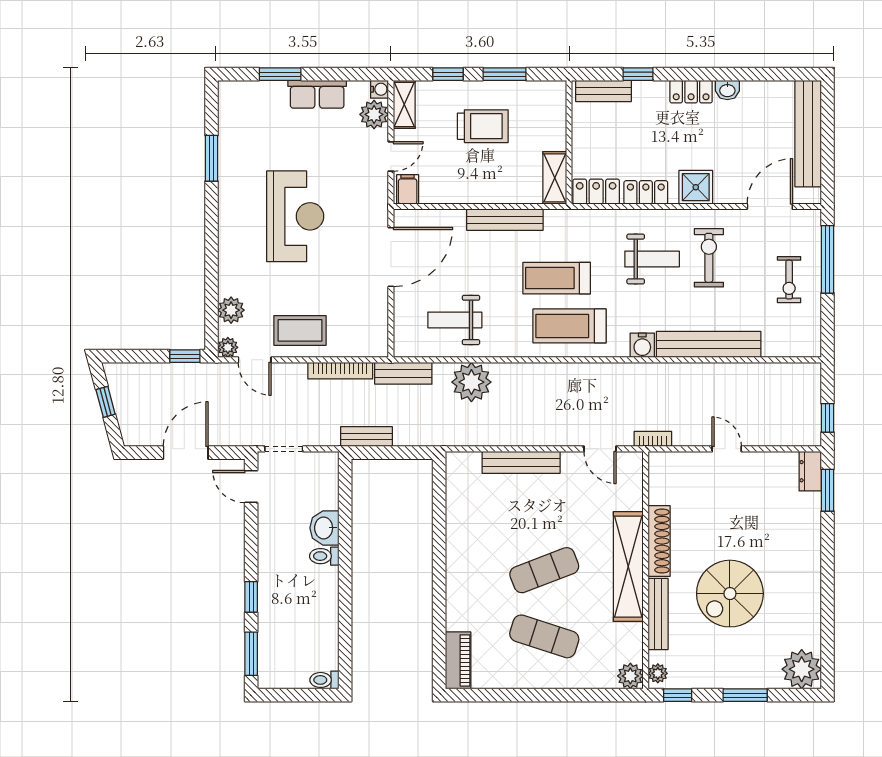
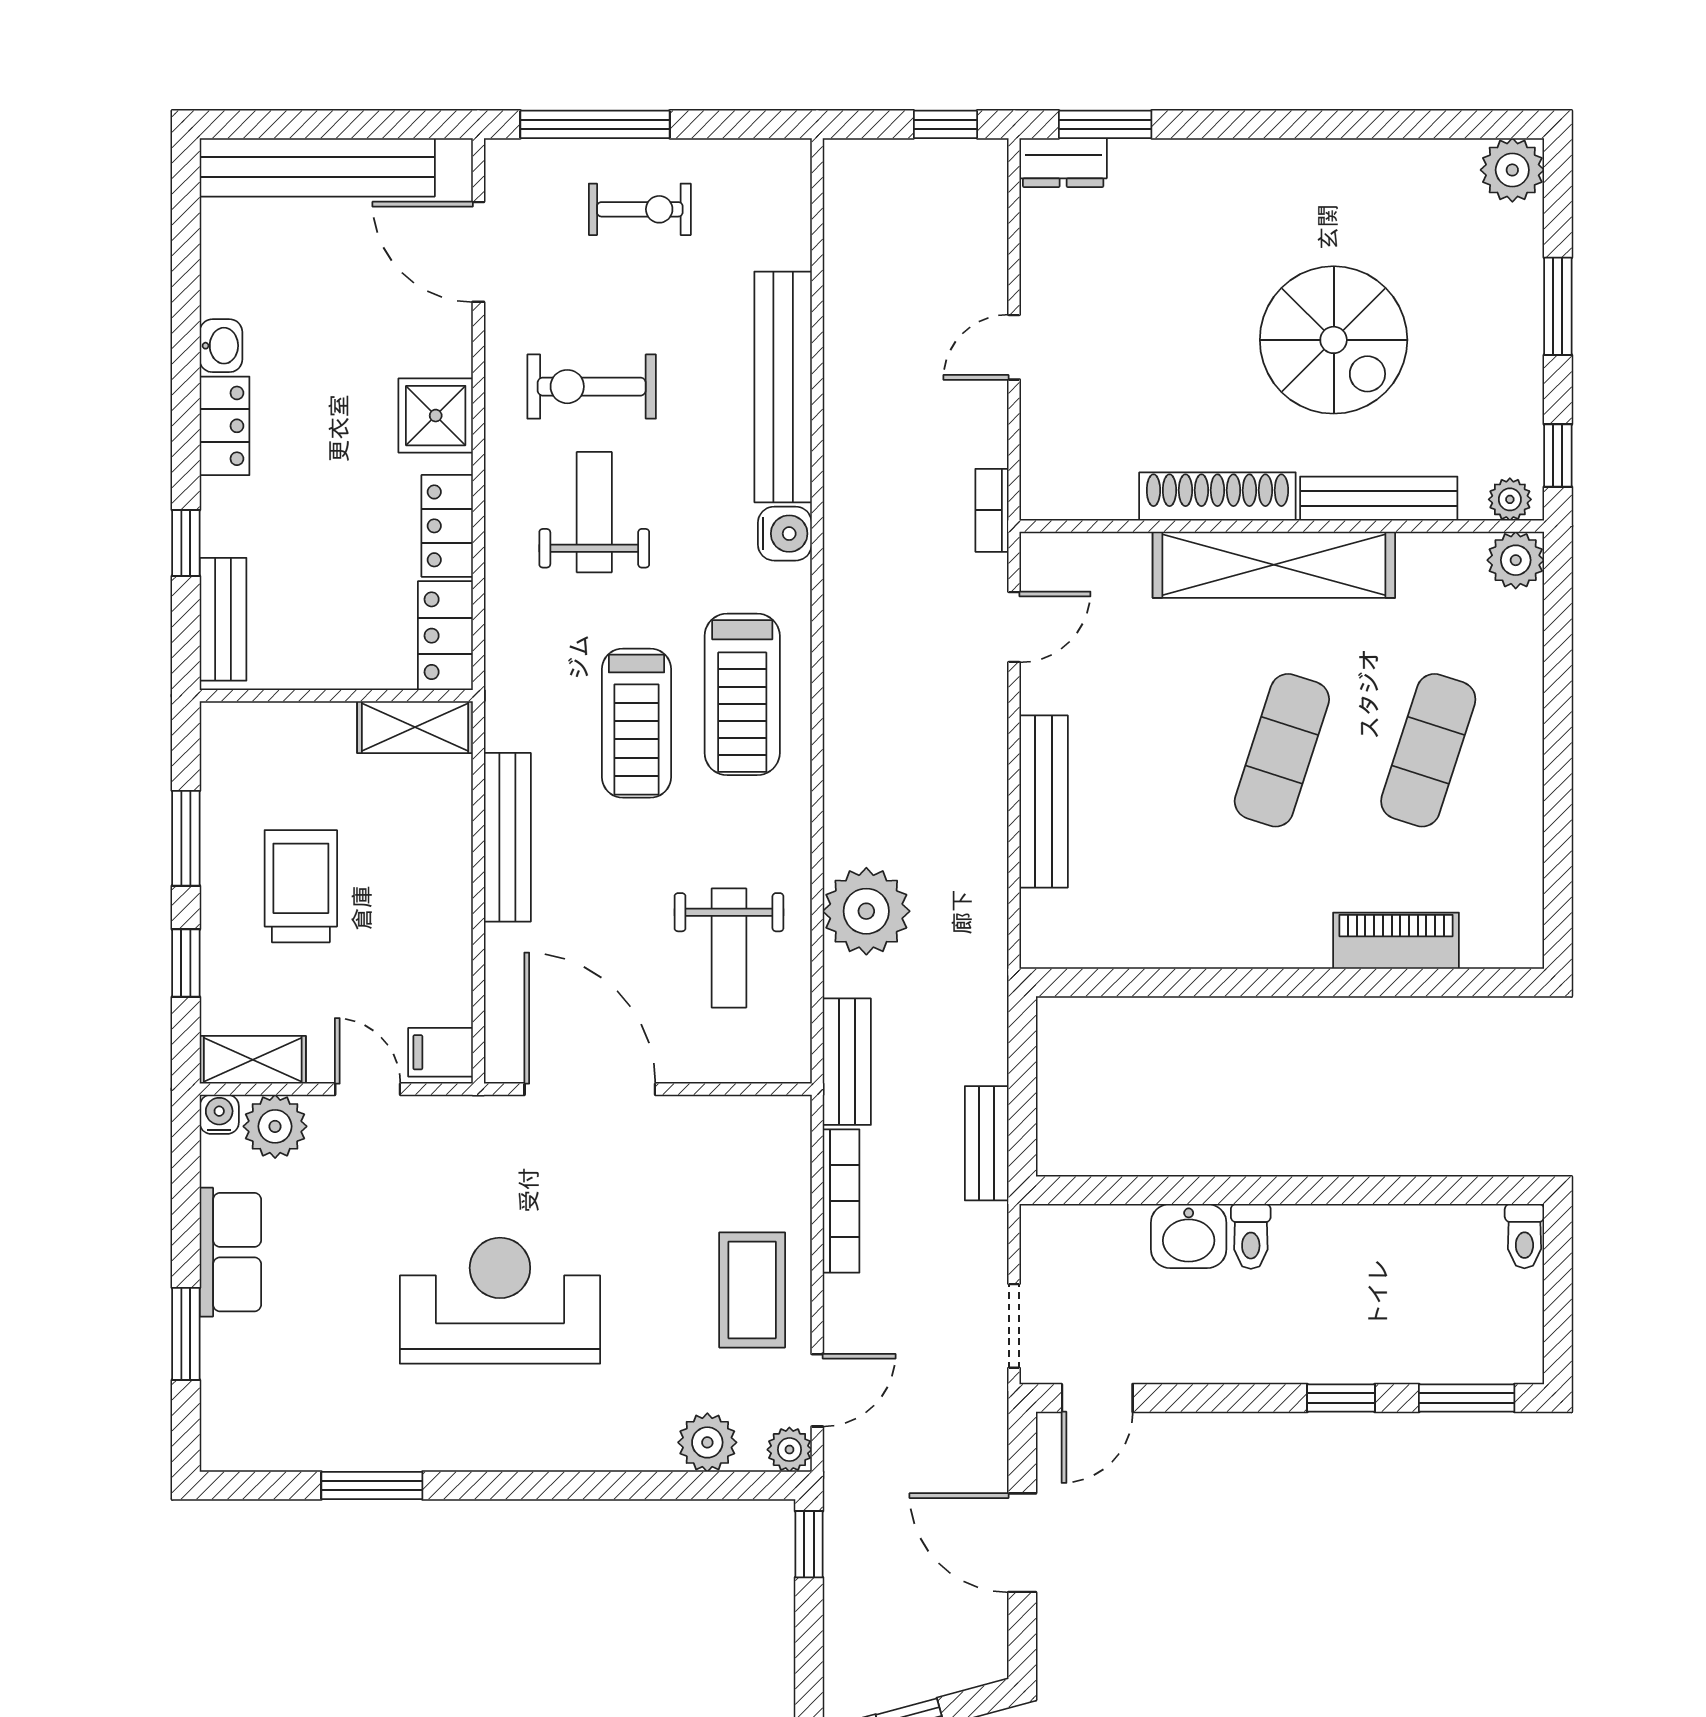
exercise mat: (544, 570) -> (1282, 750), turned 39
piano: (458, 660) -> (1396, 941), moved
plant: (802, 669) -> (1512, 170), width x0.73, depth x0.73

